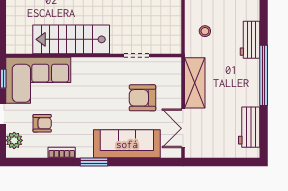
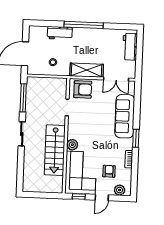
plant: (80, 66) -> (72, 145), added
armchair: (142, 98) -> (83, 89), moved, turned -90
workbench: (249, 127) -> (130, 47), moved, turned 90

